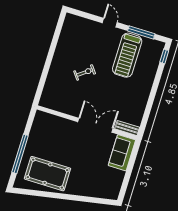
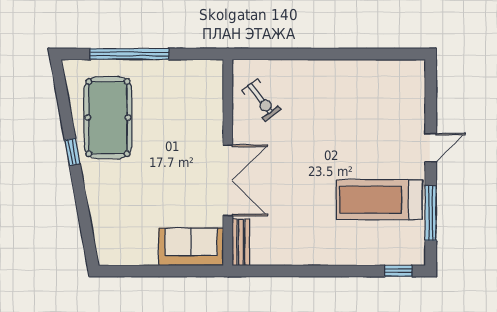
exercise bike: (85, 72) -> (261, 100), moved
window: (59, 196) -> (72, 152), added

